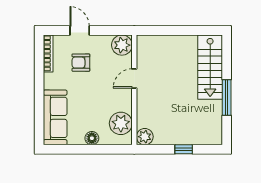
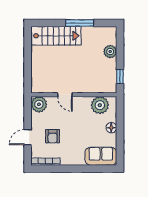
sofa: (55, 117) -> (101, 156), width x0.73
plant: (145, 137) -> (110, 52), moved
window: (184, 149) -> (120, 77), moved

